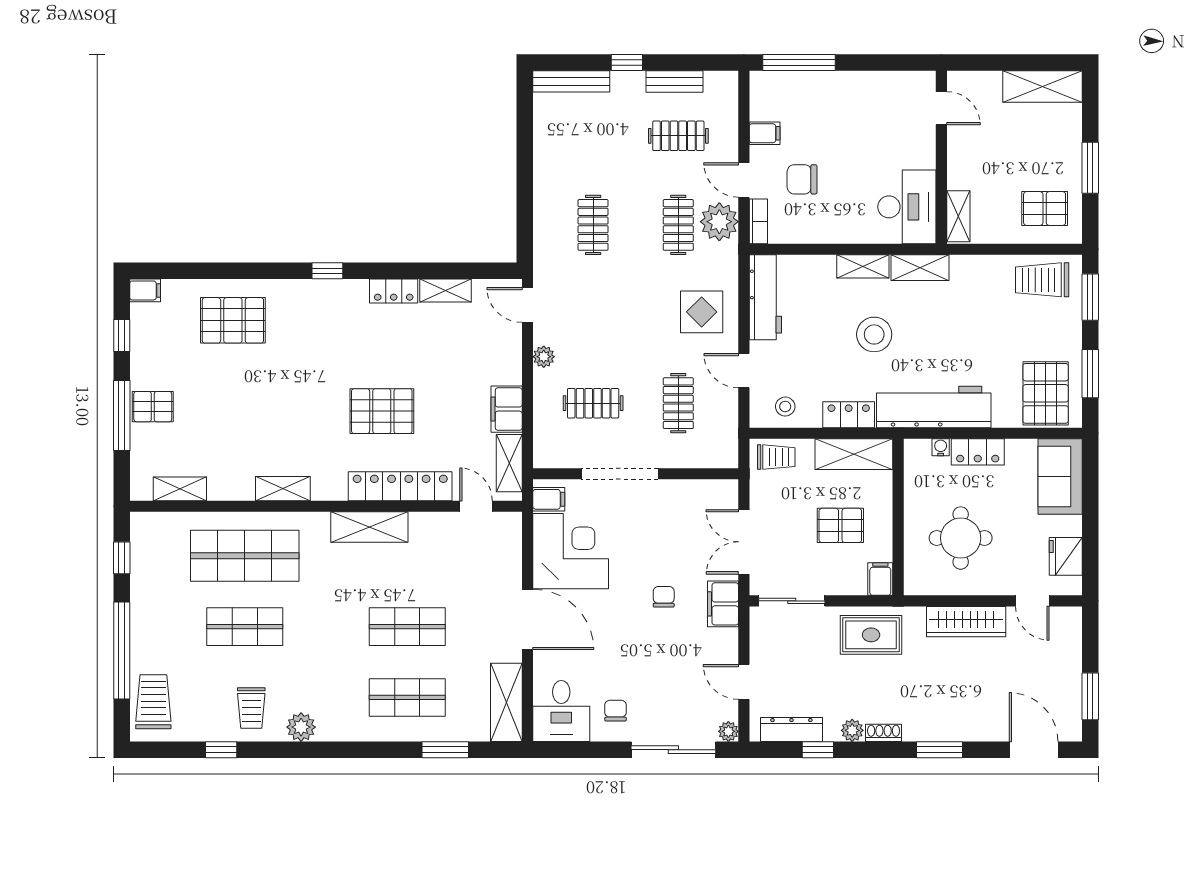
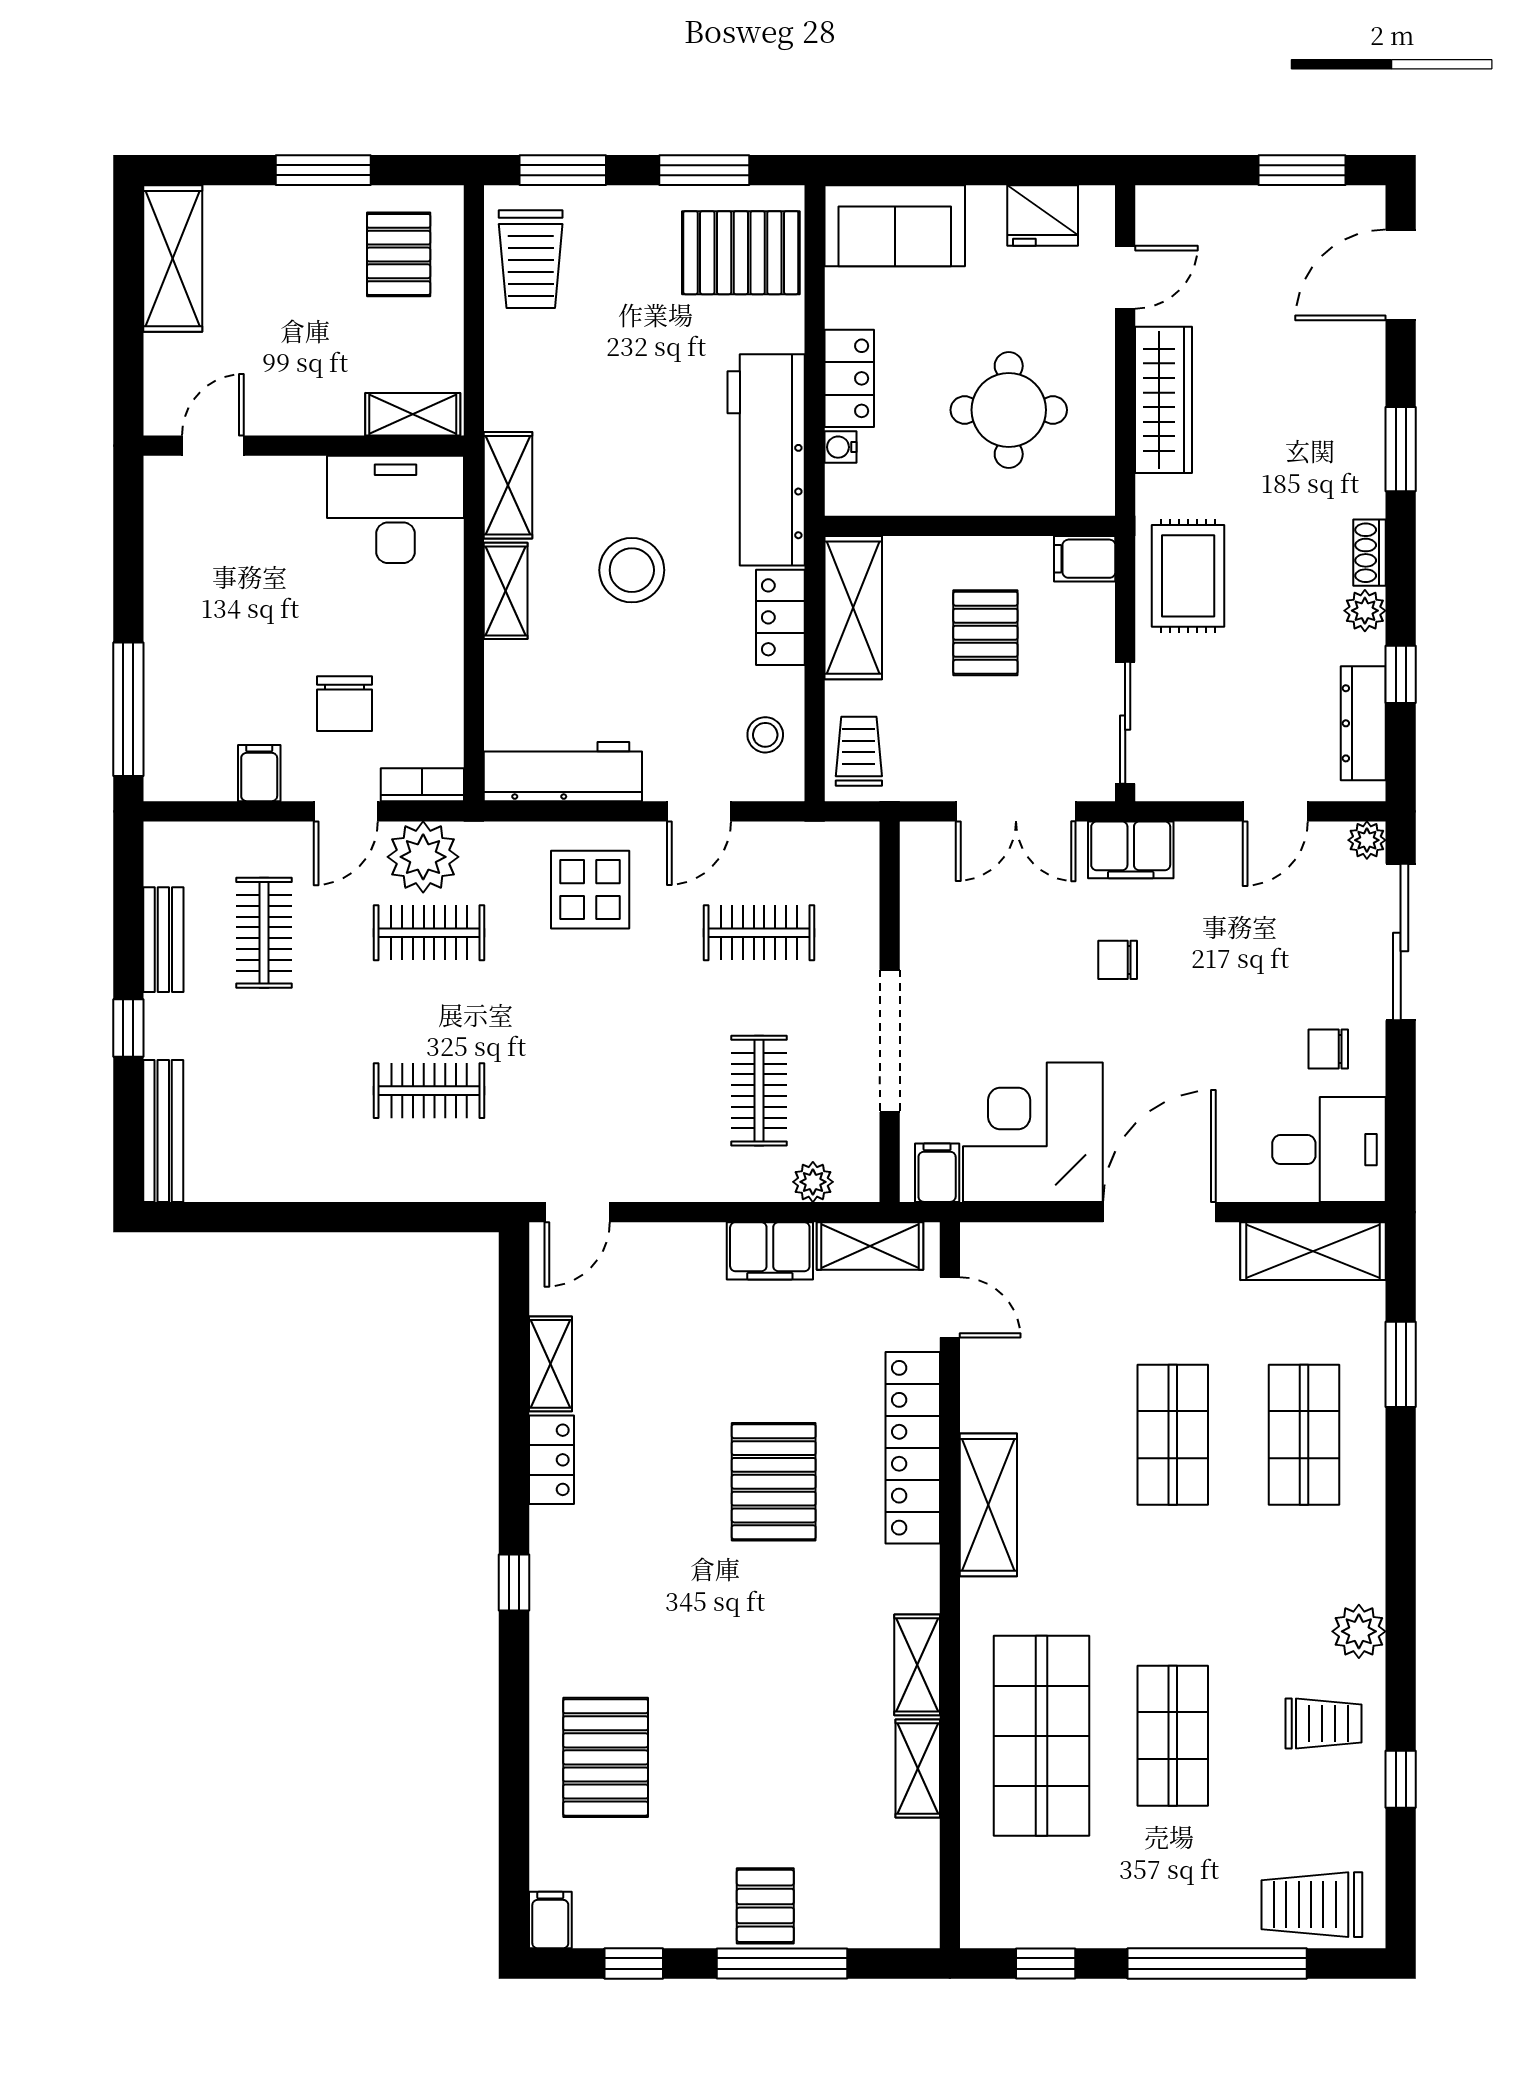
plant: (544, 357) -> (813, 1182), moved
shelving: (180, 489) -> (918, 1768), moved
door: (476, 506) -> (950, 1307), swing flipped

